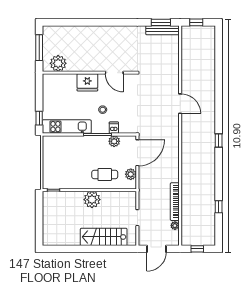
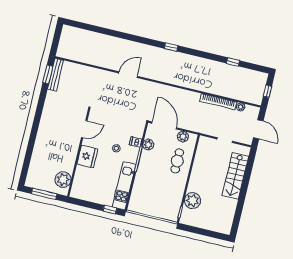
window: (196, 22) -> (56, 41), removed
plant: (92, 200) -> (192, 201), moved

